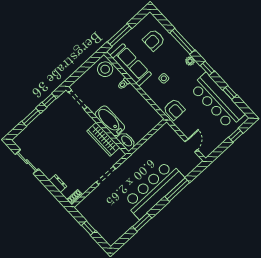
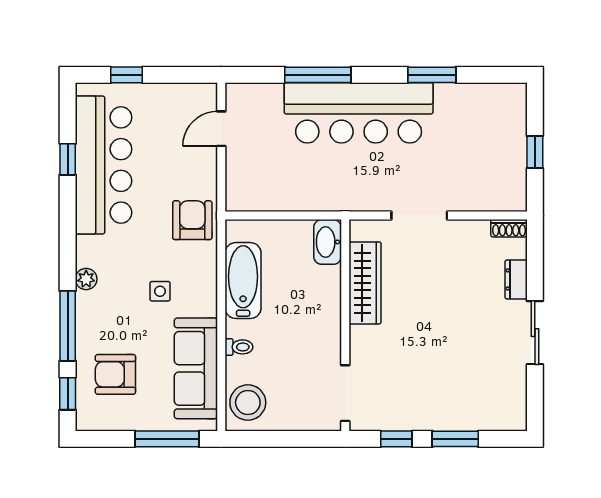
armchair: (154, 40) -> (115, 374), turned 180
window: (207, 68) -> (68, 394), moved
bathtub: (110, 121) -> (243, 281), moved, turned 180
sliding door: (27, 162) -> (535, 333), moved

